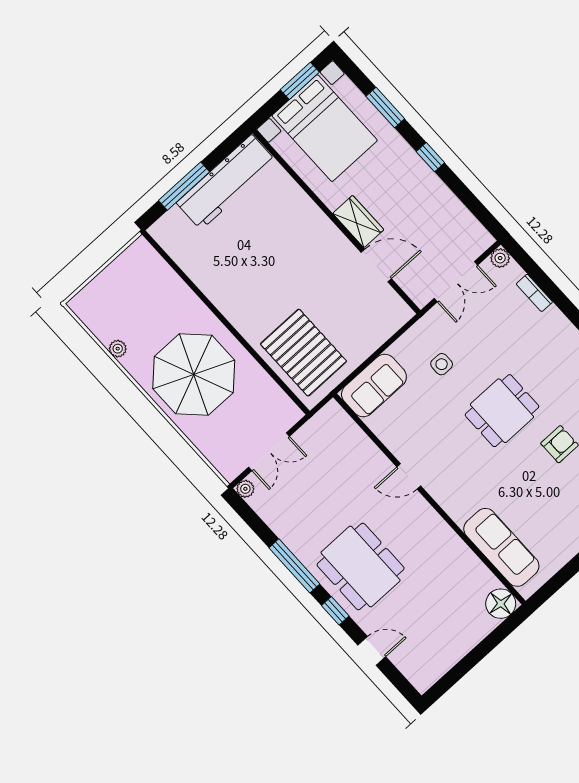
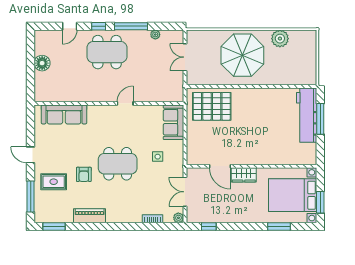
window: (430, 157) -> (209, 226), moved
workbench: (226, 182) -> (307, 115), moved
door: (376, 266) -> (220, 166), hinge flipped
plant: (118, 349) -> (280, 39), width x1.87, depth x1.87
dining table: (502, 411) -> (118, 164), width x1.38
plant: (245, 489) -> (155, 35), moved
floor lamp: (501, 604) -> (42, 63), moved

